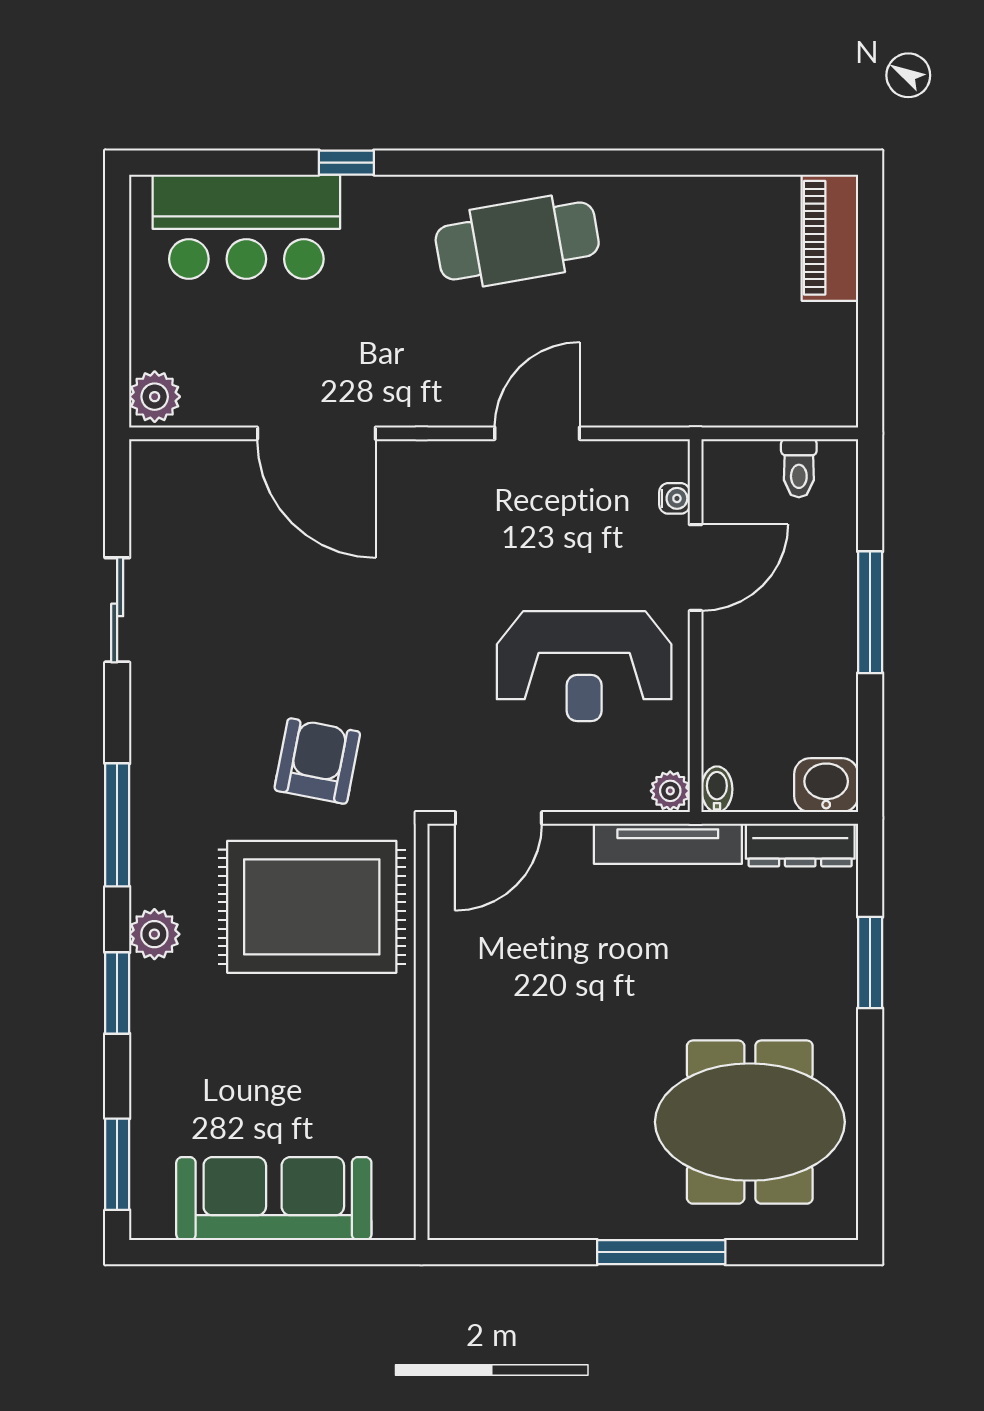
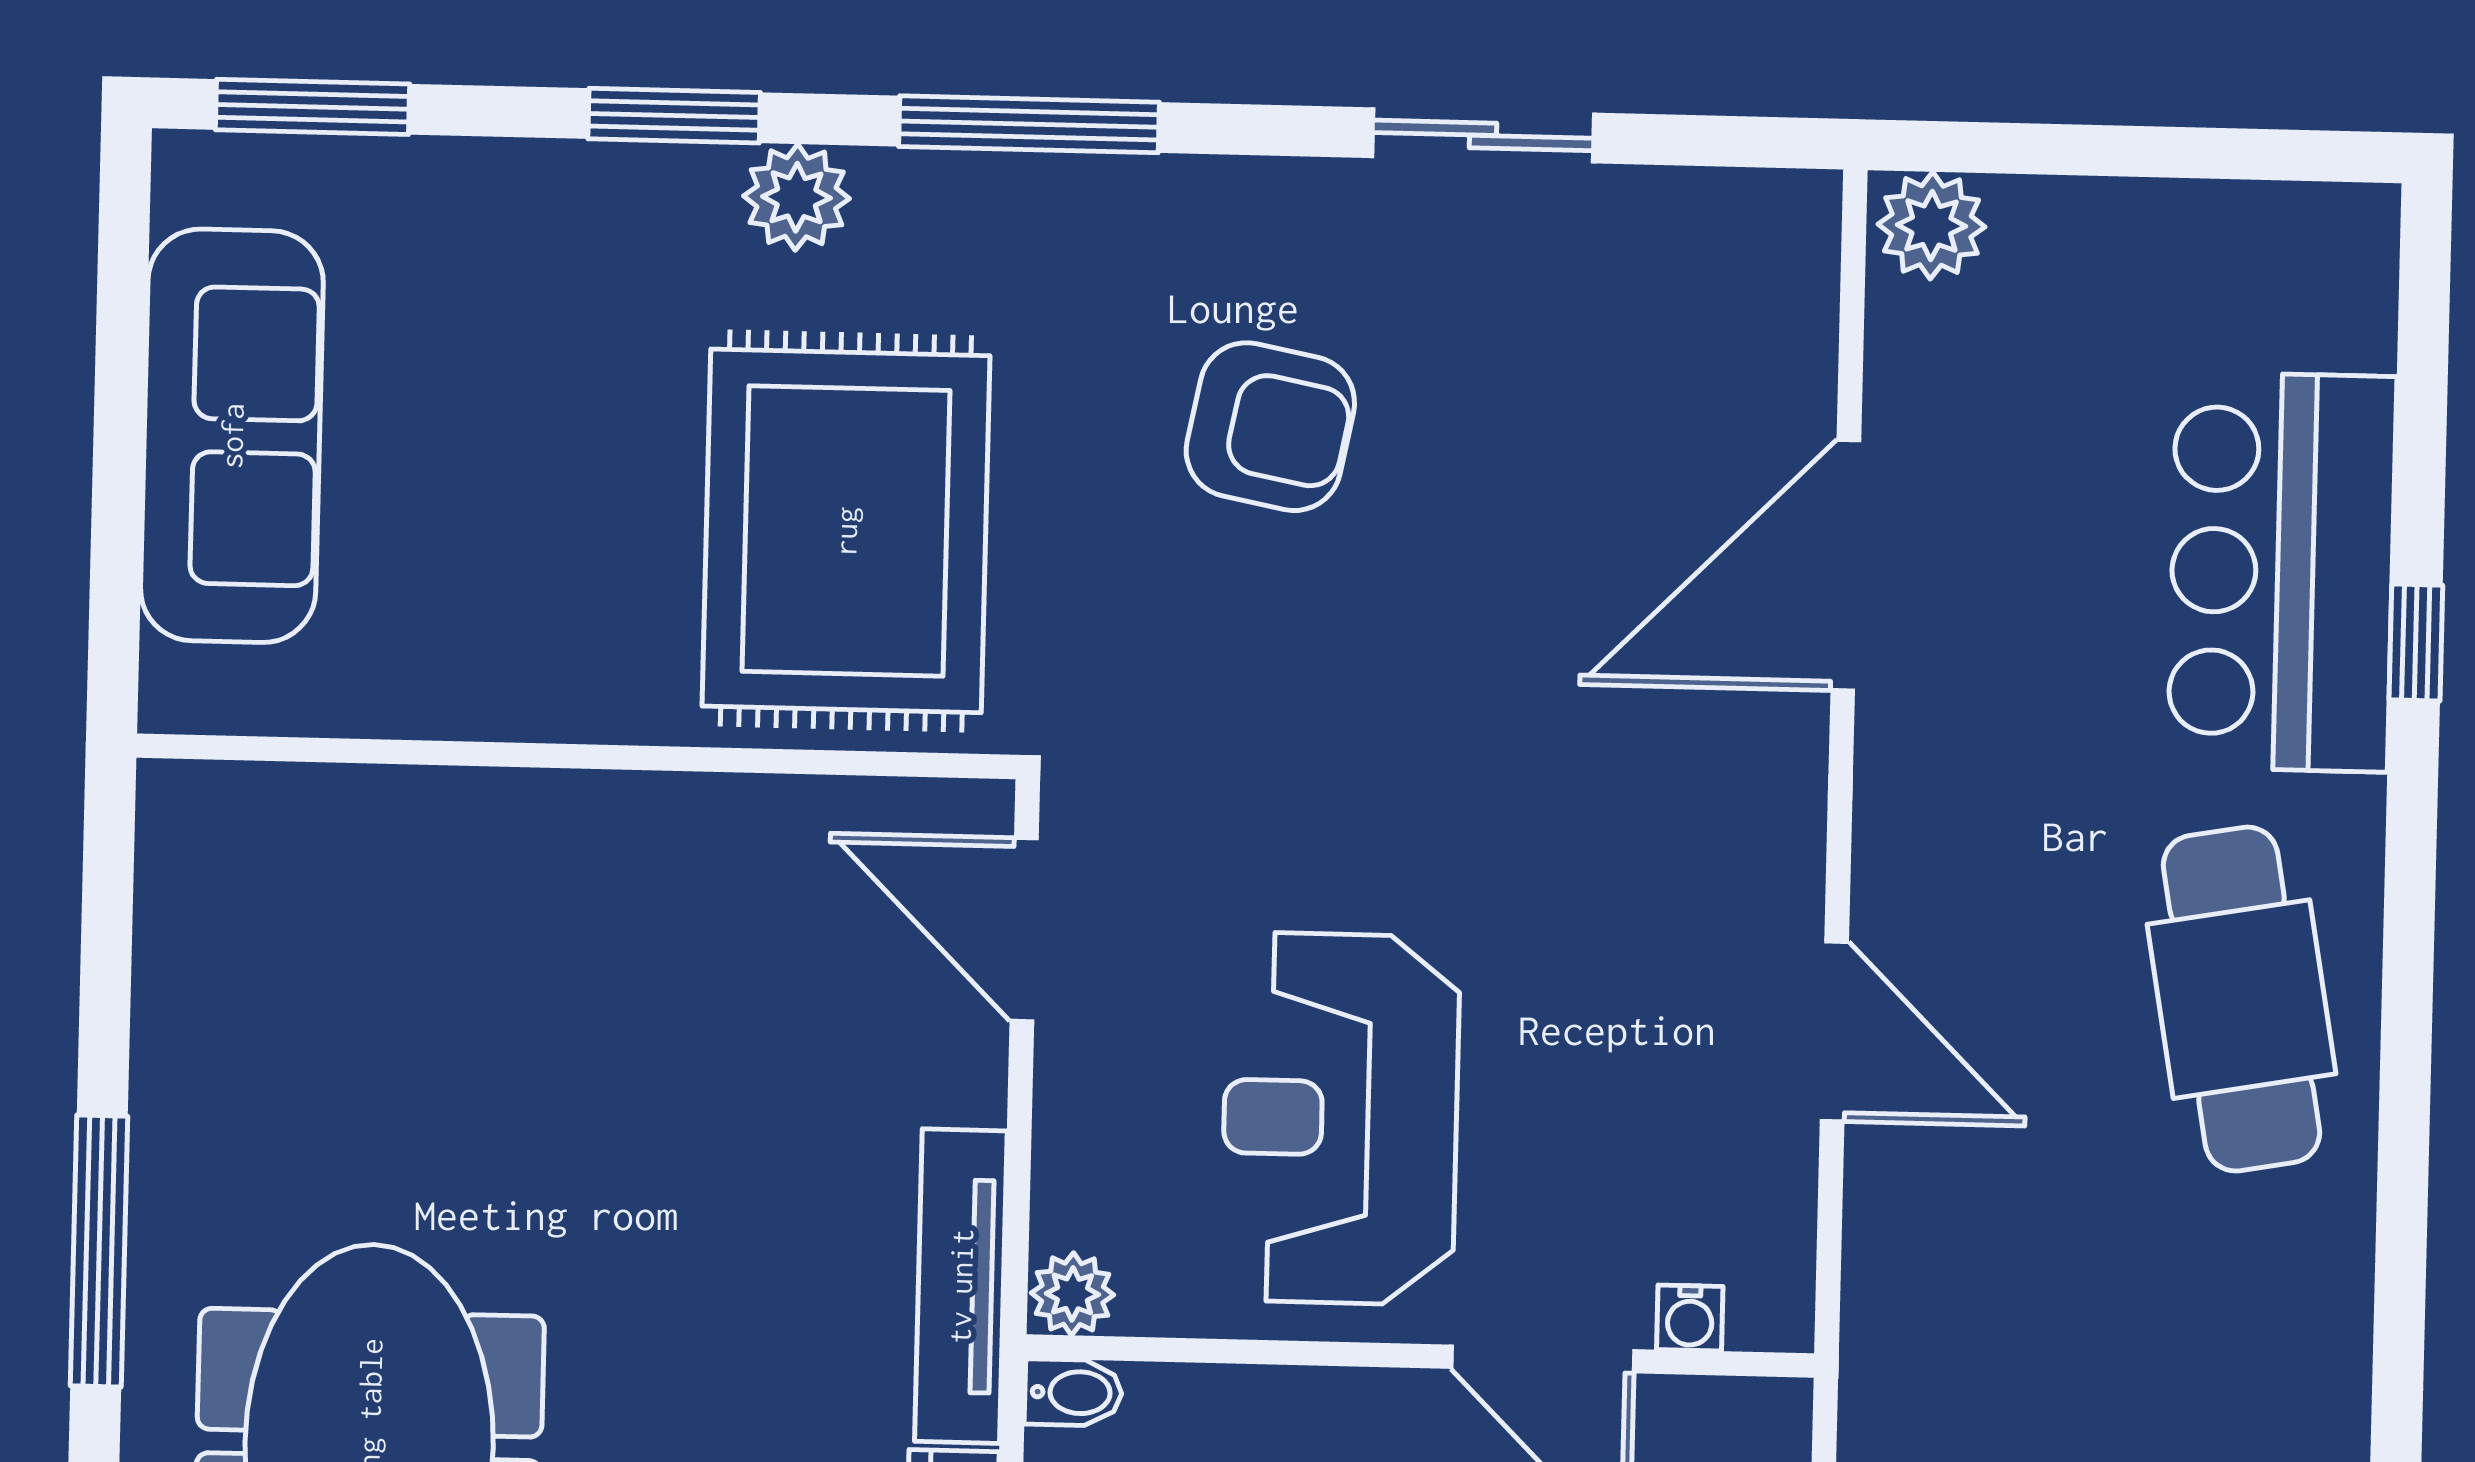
bar counter: (246, 227) -> (2282, 572), moved
armchair: (317, 761) -> (1270, 427), moved

